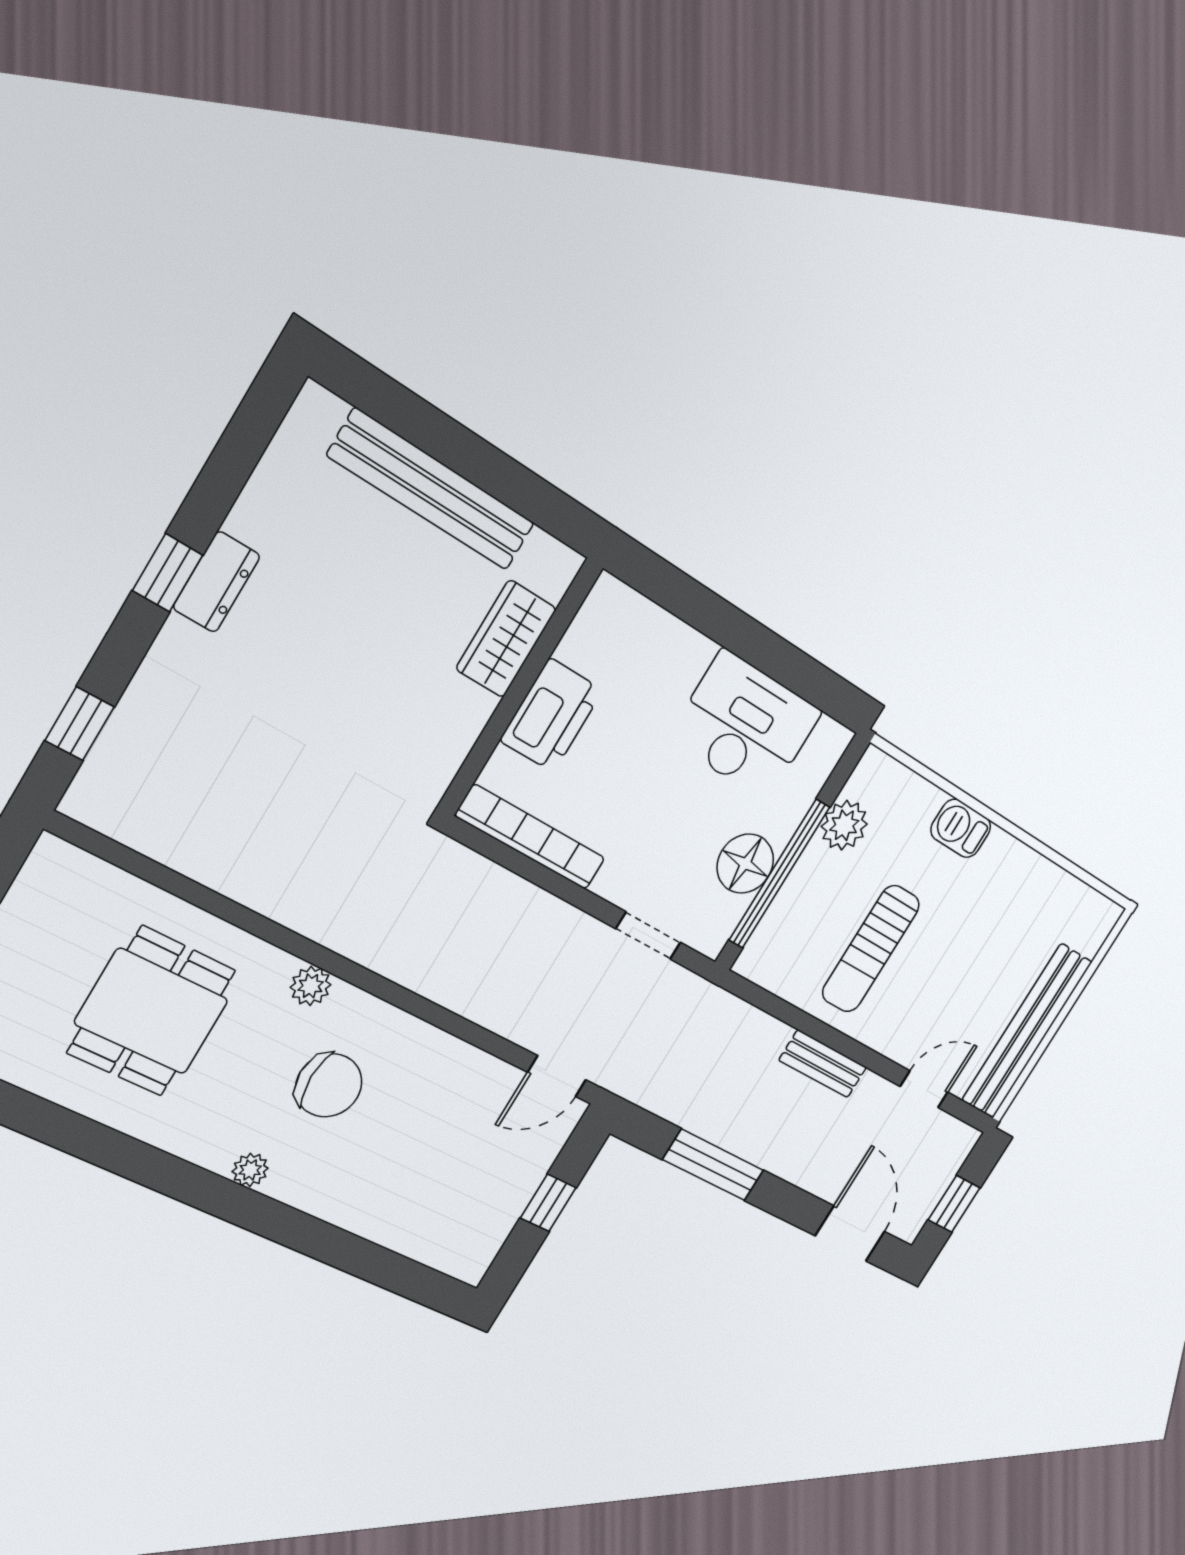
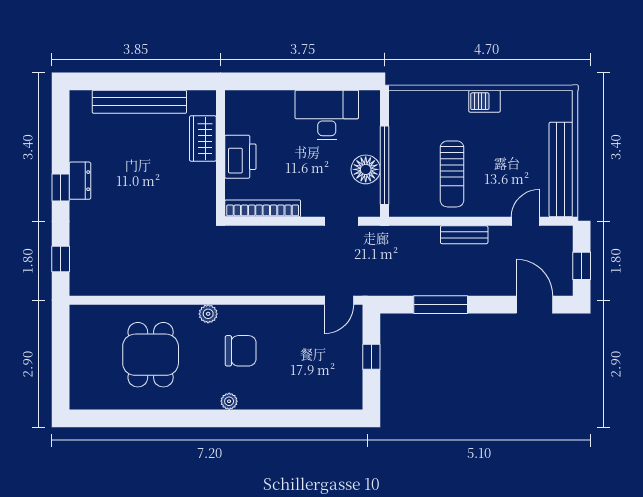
plant: (844, 825) -> (401, 130), removed
barbecue: (961, 828) -> (485, 101), moved

